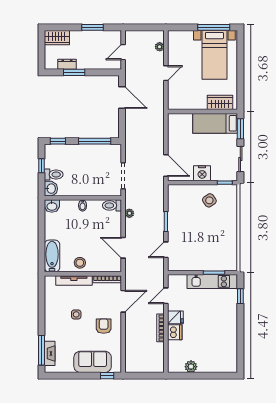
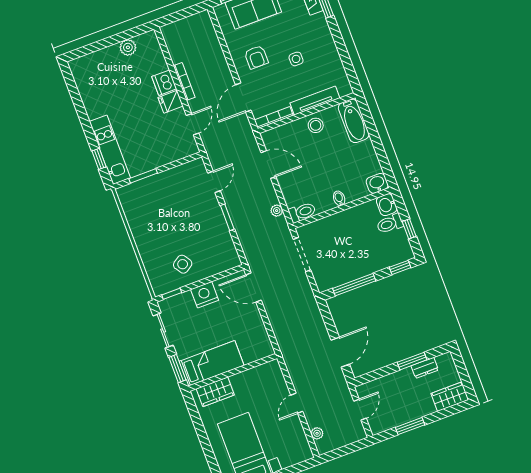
door: (122, 98) -> (340, 352), swing flipped
kitchen unit: (212, 281) -> (110, 150), moved, turned 90

